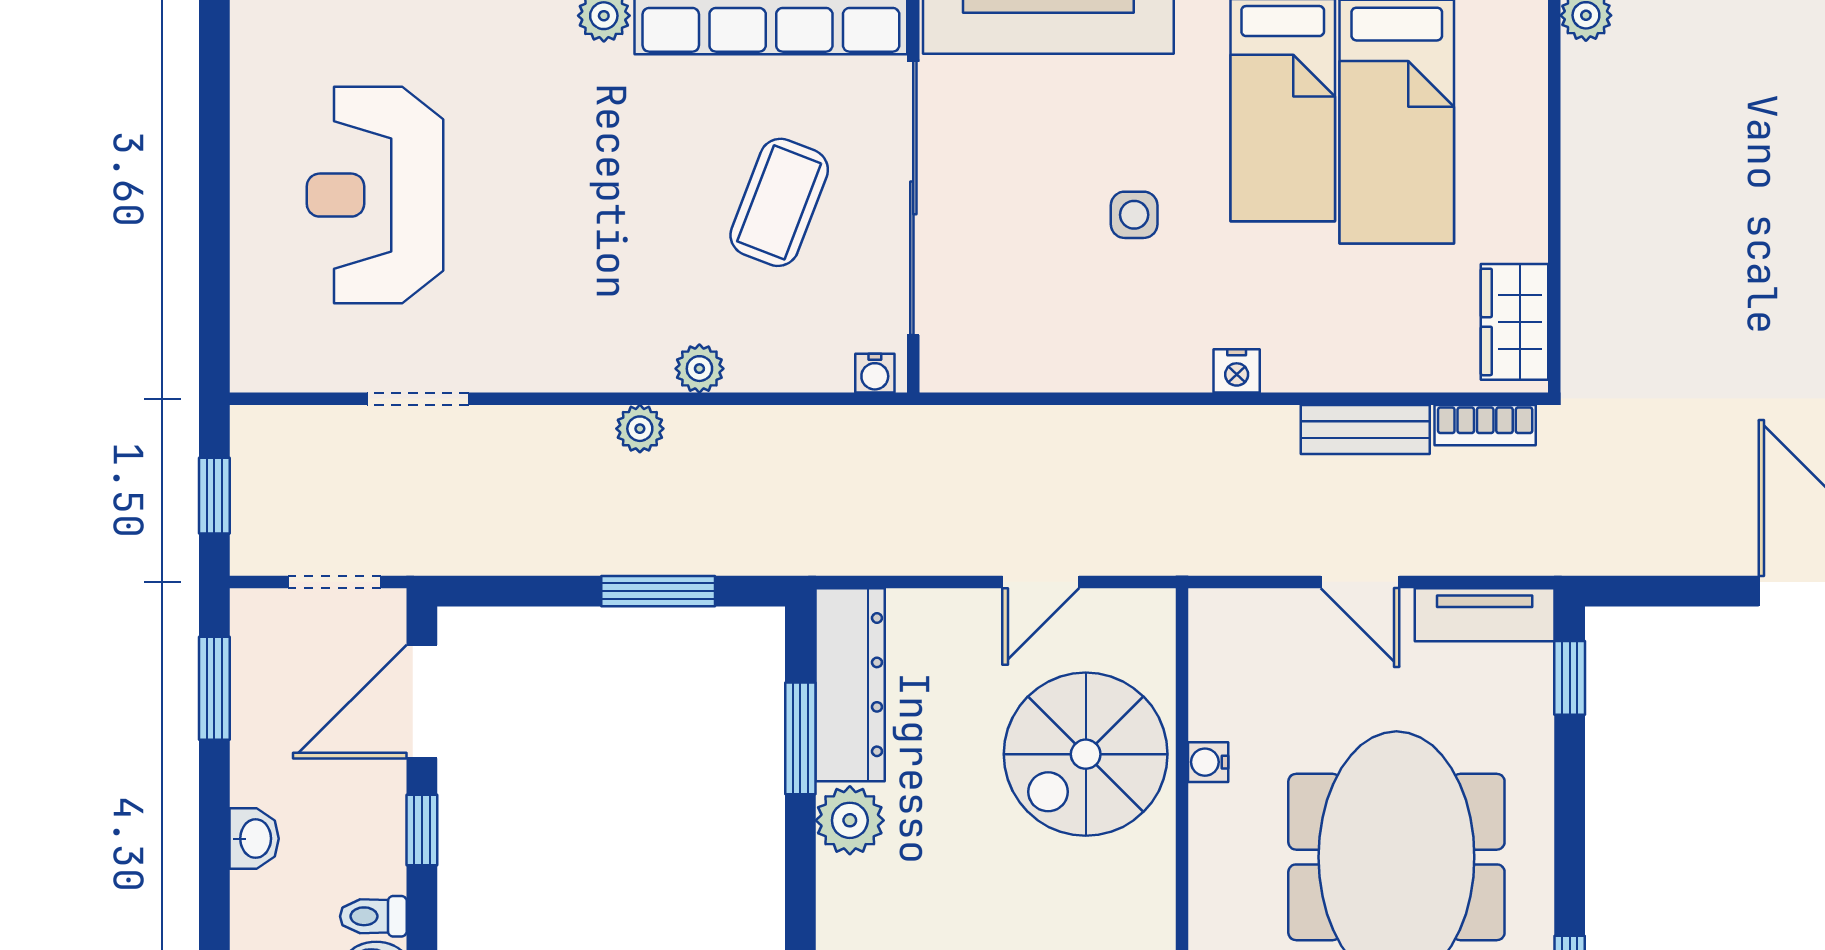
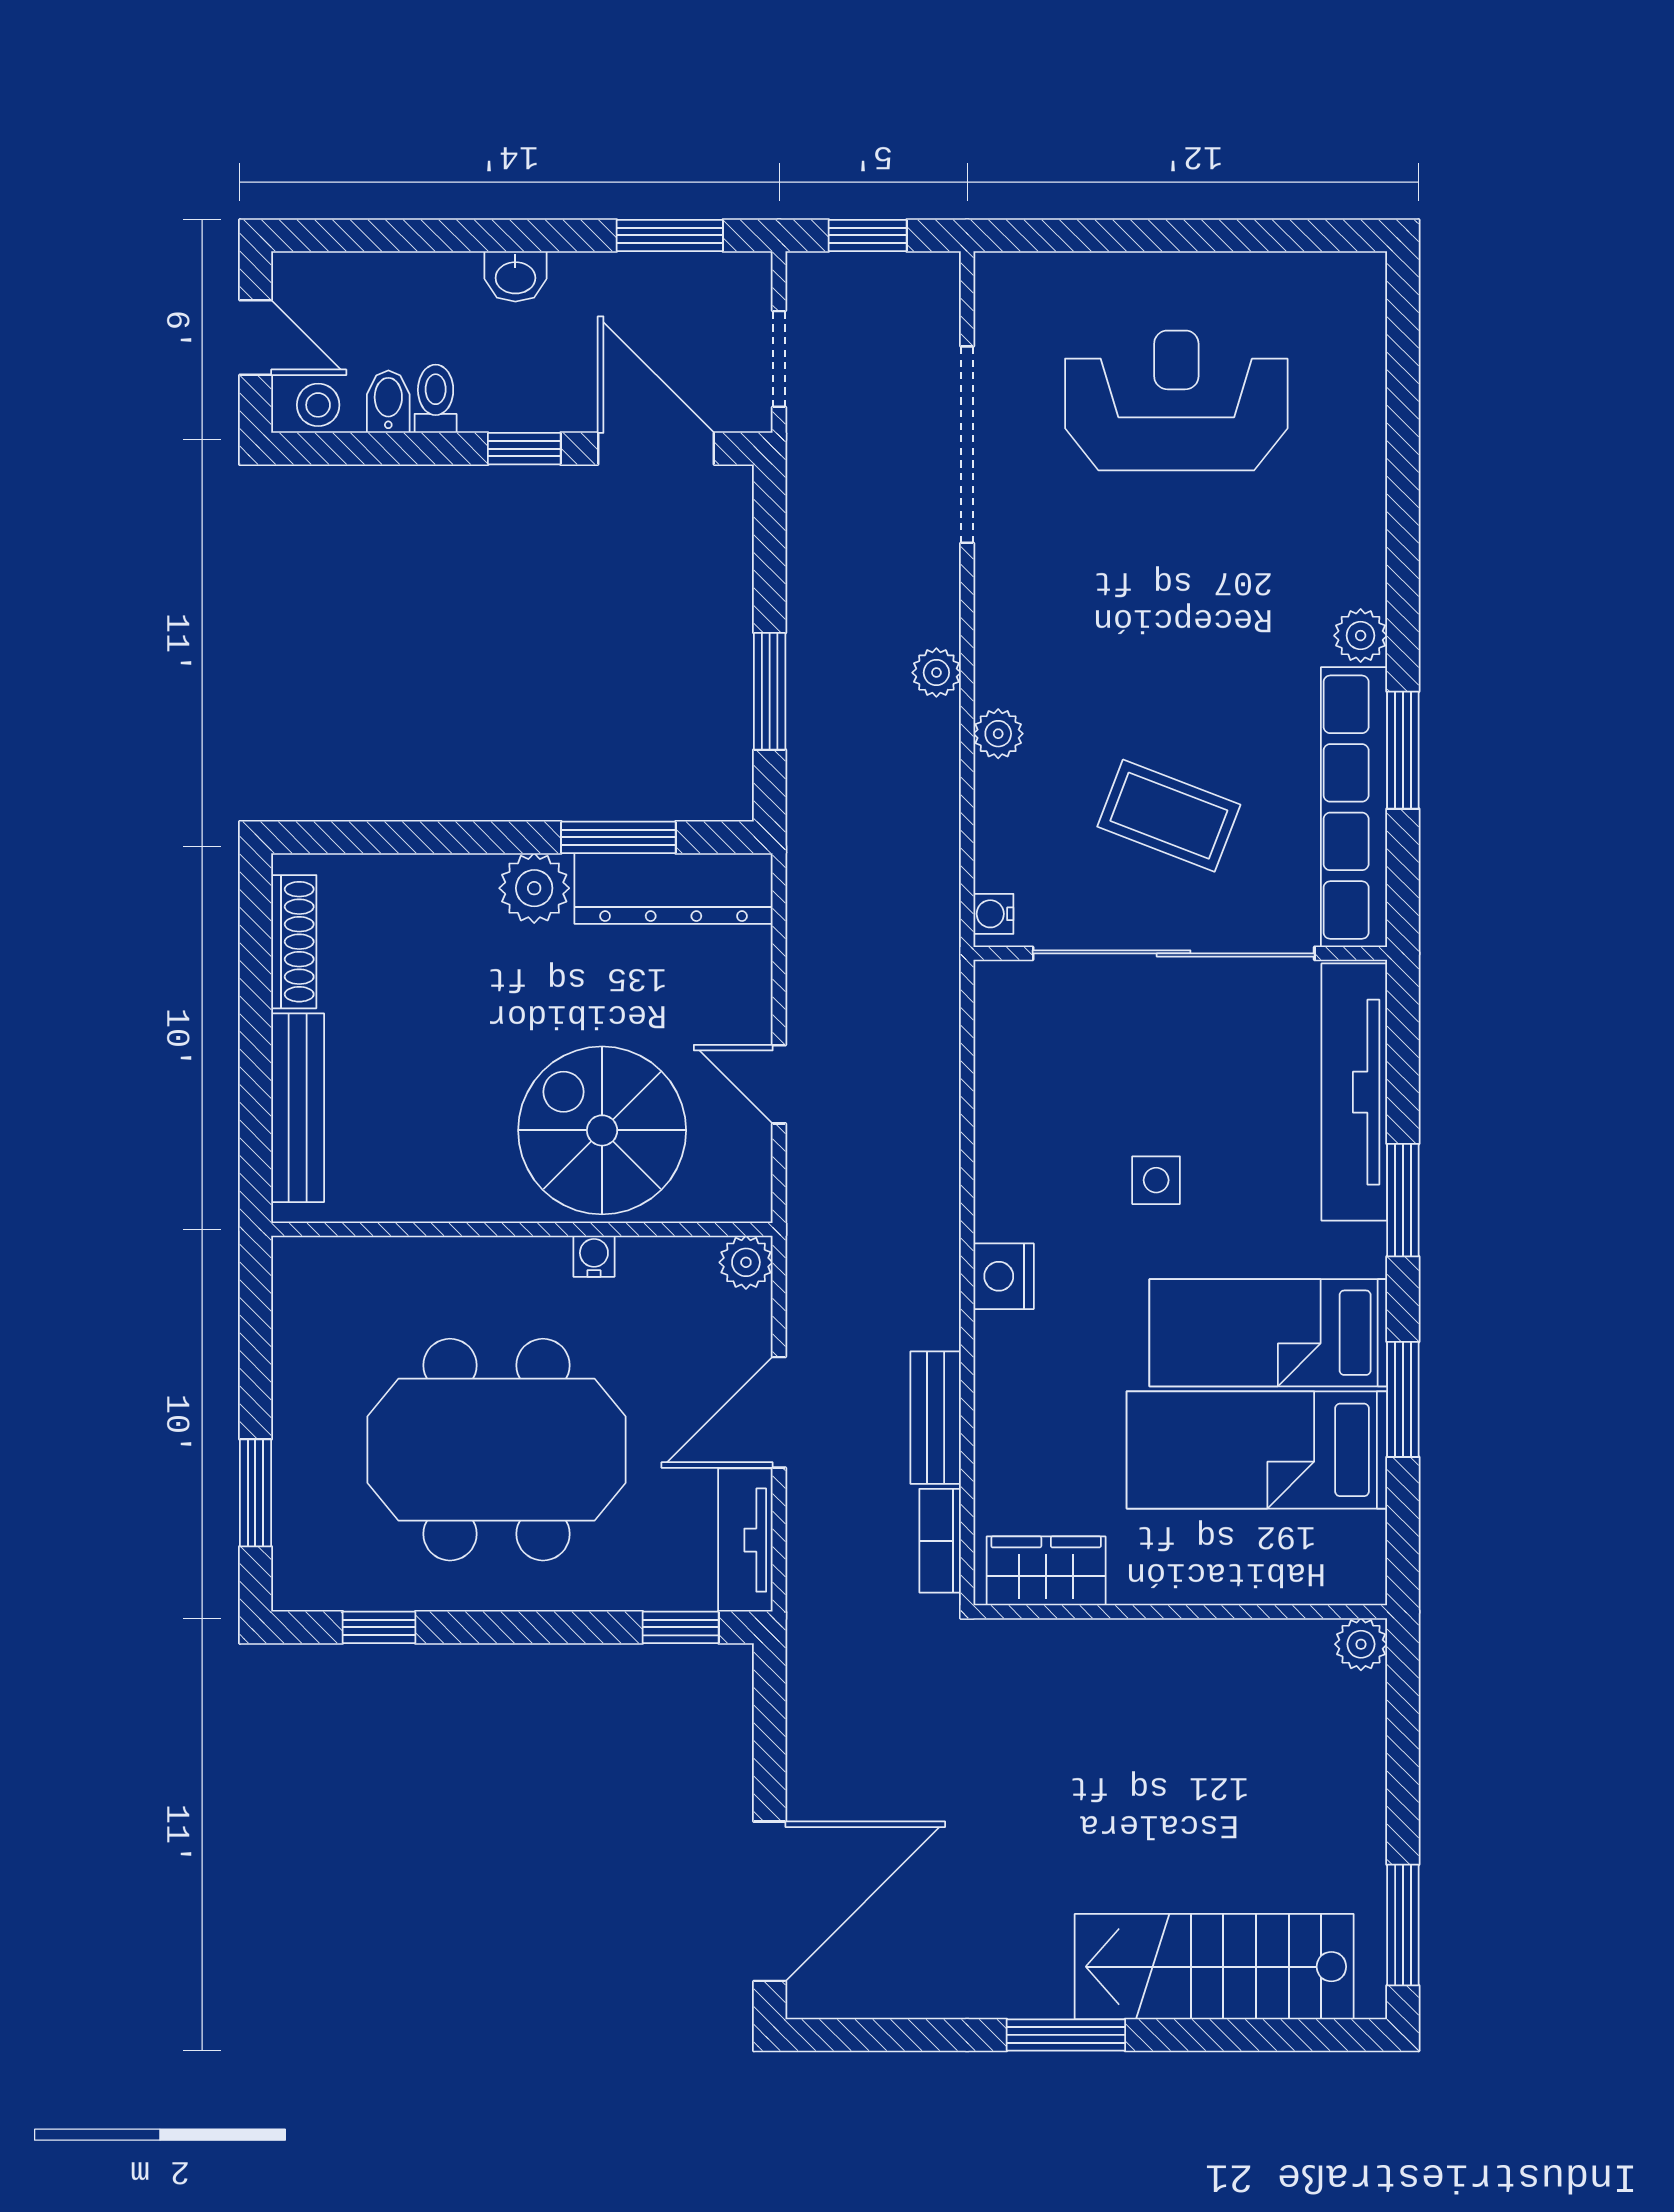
nightstand: (1237, 371) -> (1004, 1276), width x1.39, depth x1.35
doorway: (418, 399) -> (967, 445), width x1.87
door: (1360, 582) -> (779, 1412), width x1.38
plant: (1214, 614) -> (746, 1262), added

